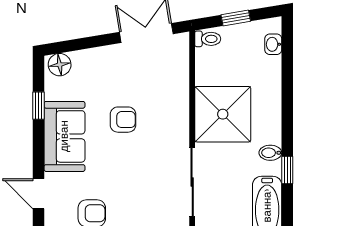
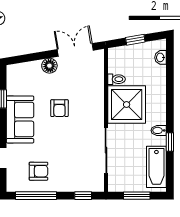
toilet: (208, 39) -> (116, 79), moved
floor lamp: (60, 65) -> (49, 66), moved
armchair: (123, 120) -> (59, 108), turned 90

